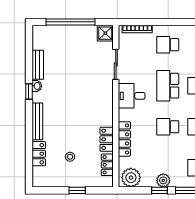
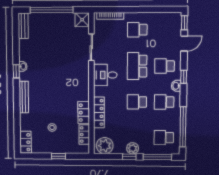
bench: (38, 65) -> (23, 26), moved
locker: (39, 154) -> (26, 142), moved

